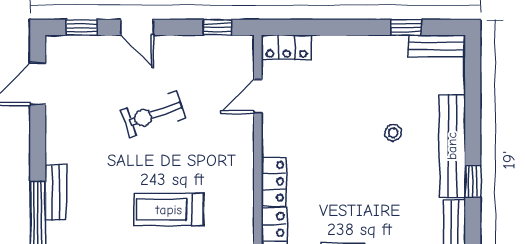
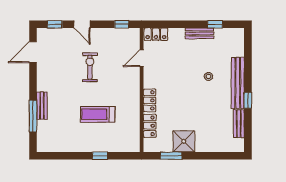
bench: (437, 46) -> (199, 33), moved
exercise bike: (153, 114) -> (90, 67), turned 109

